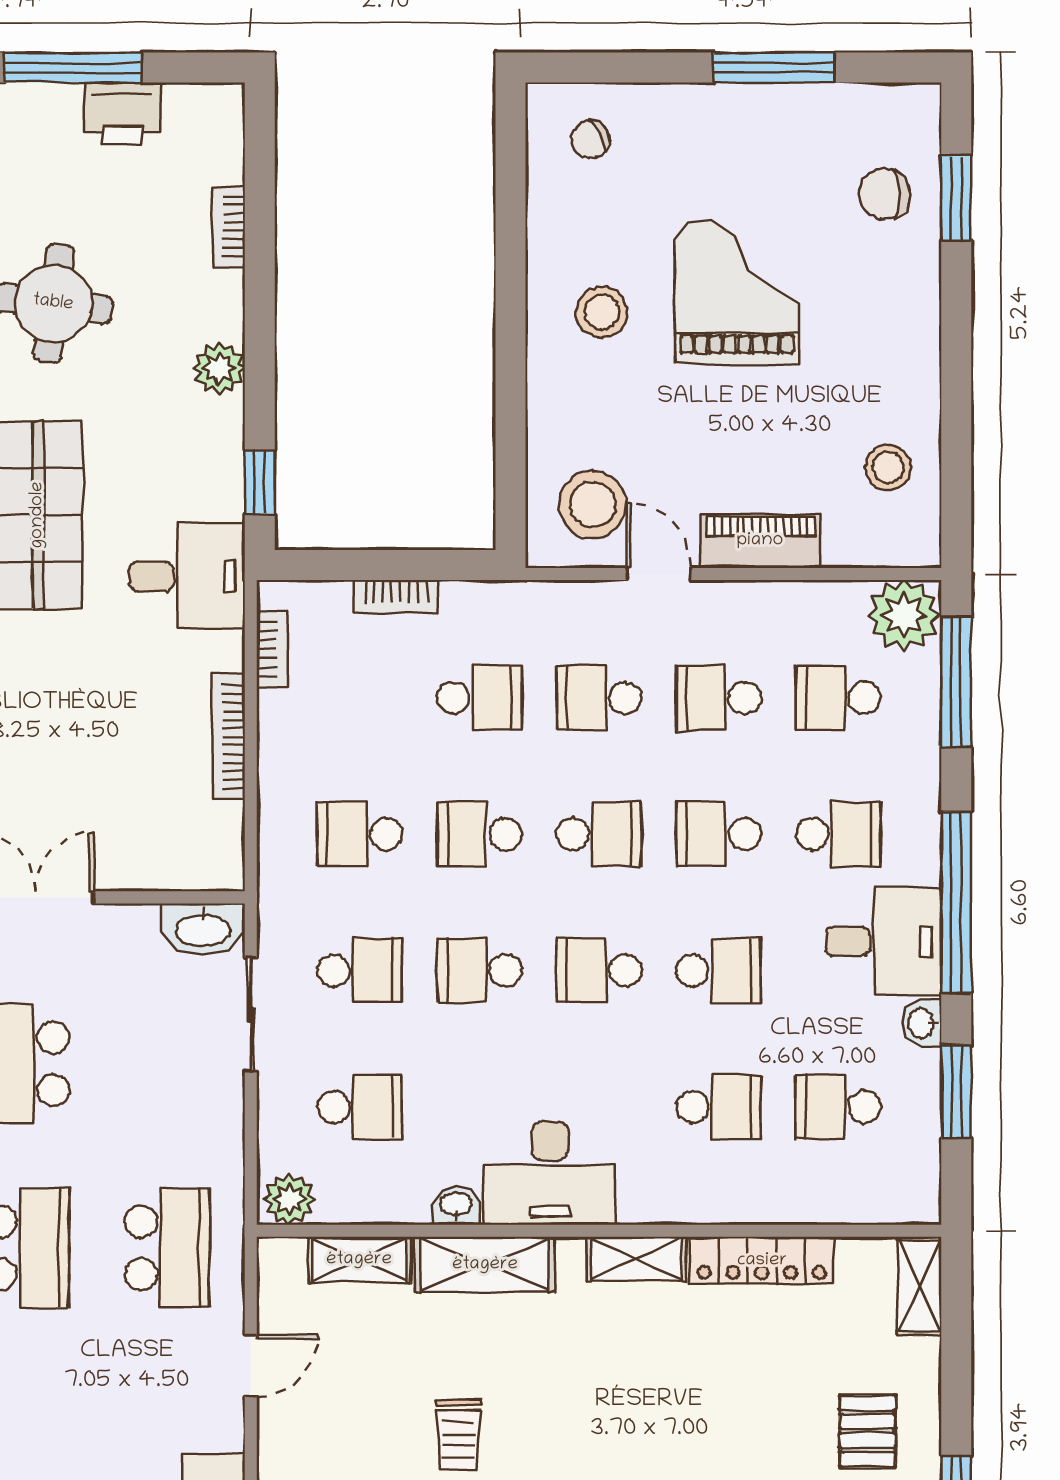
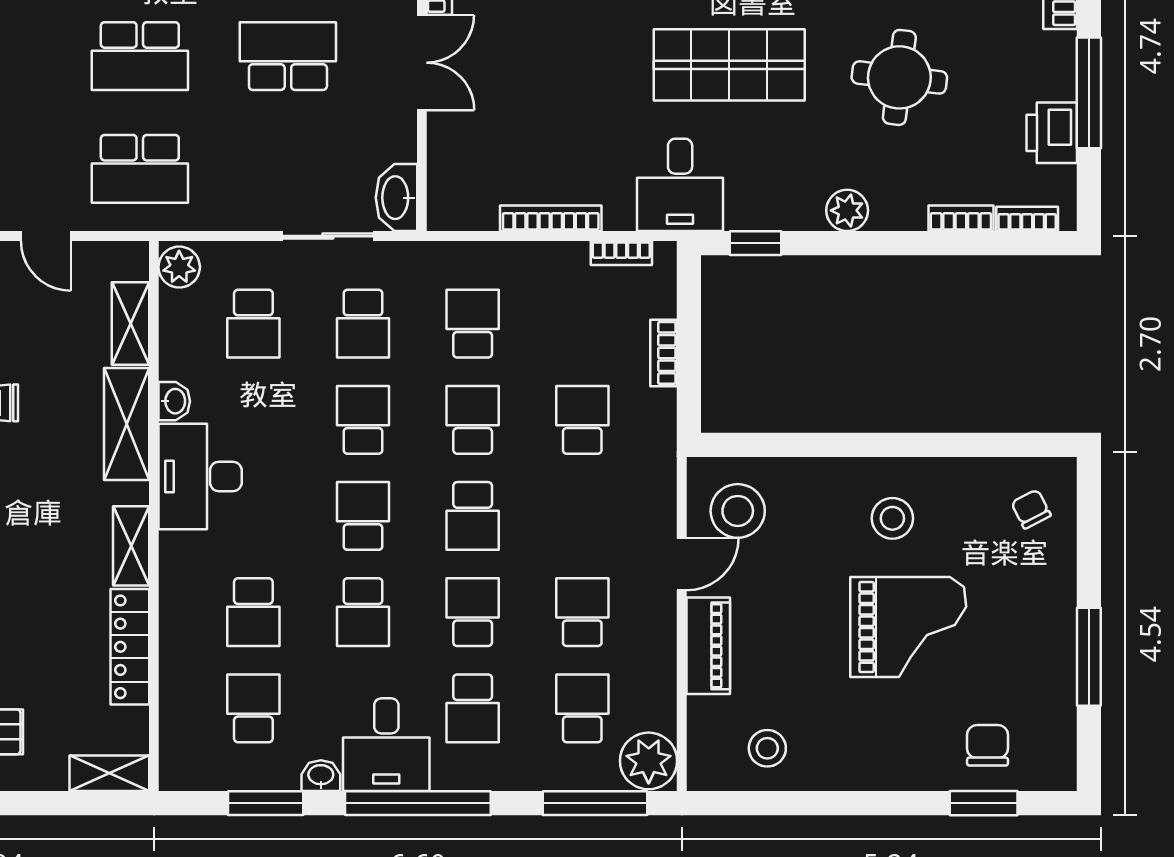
bookcase: (229, 144) -> (1027, 219), added
school desk: (479, 698) -> (582, 420), turned 180
school desk: (599, 698) -> (582, 516), removed

